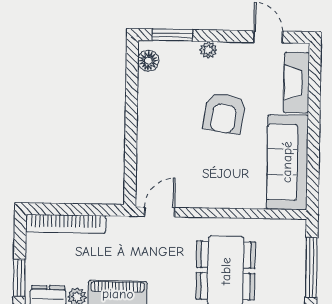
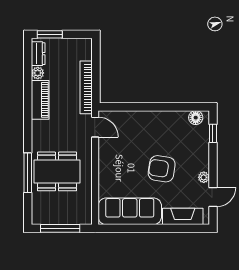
window: (173, 35) -> (213, 133), width x0.67
plant: (208, 50) -> (204, 177), moved
bookcase: (66, 224) -> (86, 87), moved

